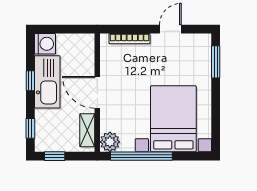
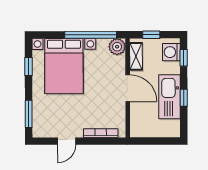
washing machine: (45, 44) -> (171, 52), moved
window: (216, 118) -> (29, 66), added
window: (55, 156) -> (151, 35), moved

